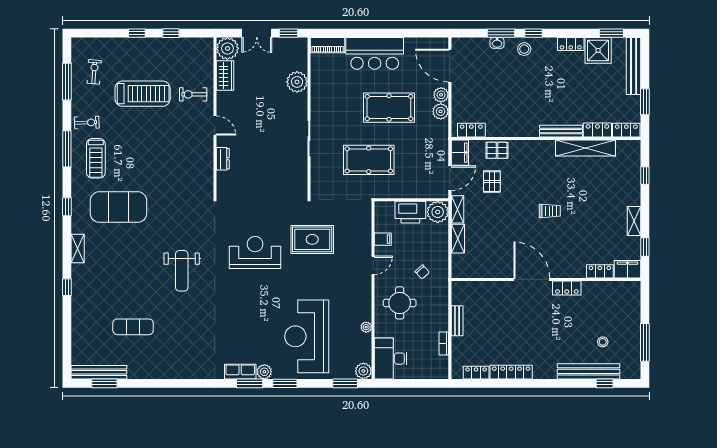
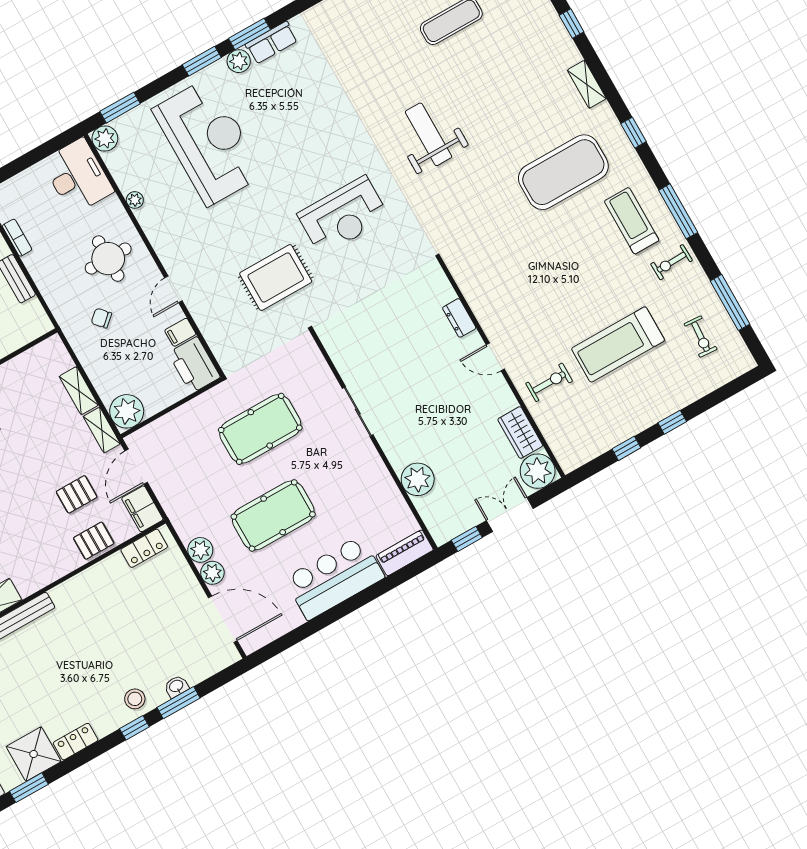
pallet: (492, 182) -> (77, 494), turned 90
printer: (410, 212) -> (194, 365), moved, turned -90

